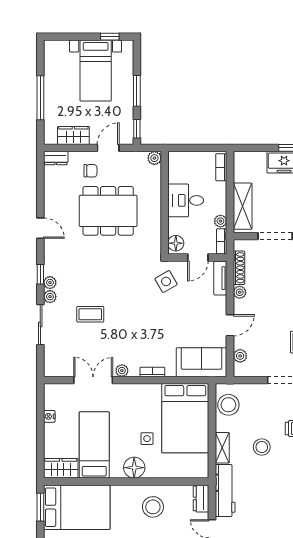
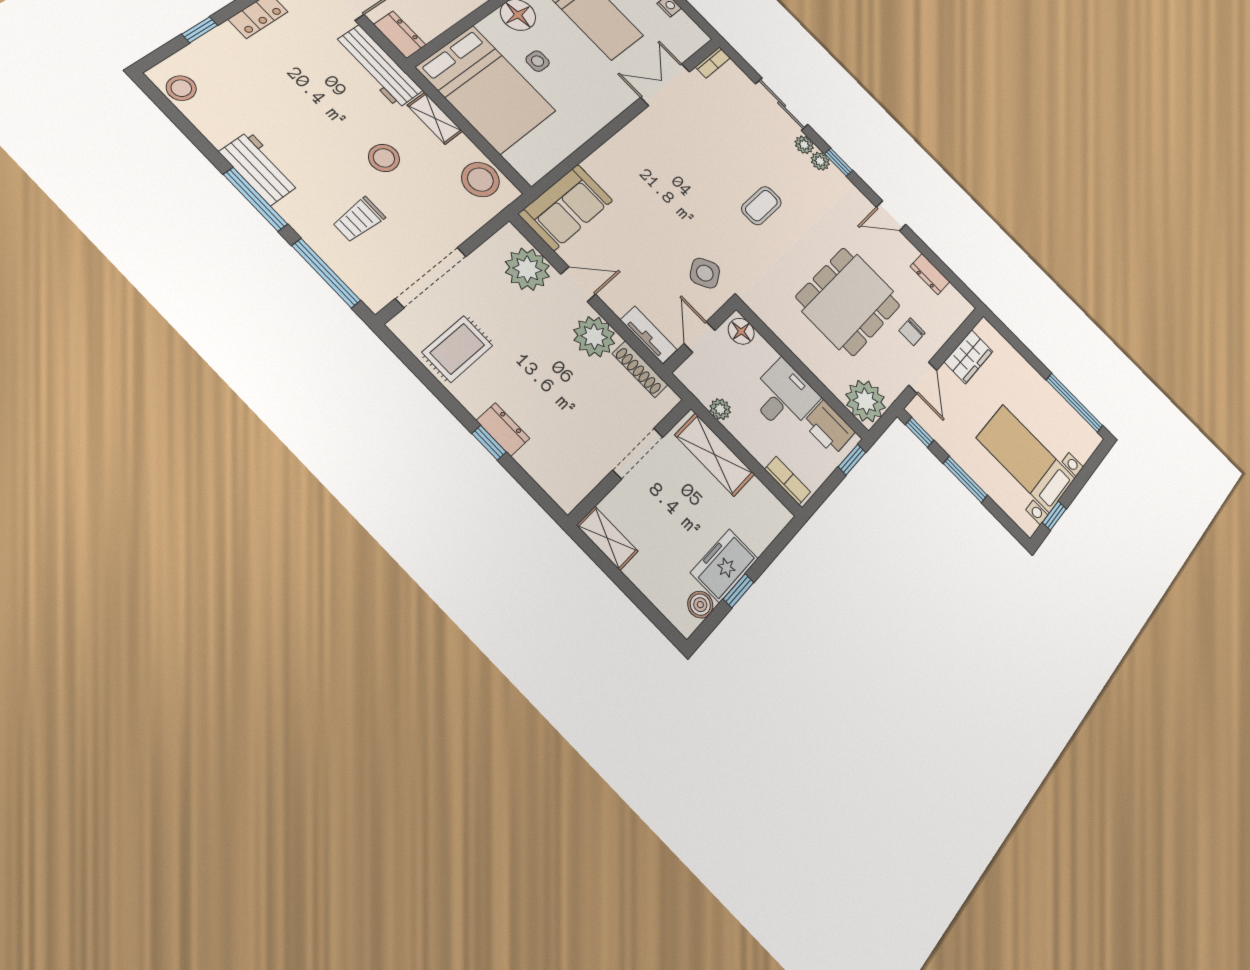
window: (40, 98) -> (1074, 403), moved
window: (182, 148) -> (852, 460), added
dresser: (56, 158) -> (930, 274), moved, turned -90
plant: (154, 158) -> (866, 401), width x1.88, depth x1.88
printer: (179, 170) -> (829, 428), added
bookcase: (222, 241) -> (693, 384), removed
plant: (240, 292) -> (594, 337), width x1.87, depth x1.87
coffee table: (90, 314) -> (761, 206), moved
door: (230, 325) -> (578, 284), swing flipped
plant: (240, 356) -> (527, 269), width x1.87, depth x1.87
plant: (122, 371) -> (646, 121), removed
bookcase: (152, 372) -> (713, 62), moved
double door: (93, 380) -> (665, 85), swing flipped
bed: (185, 418) -> (486, 89), moved, turned 180

